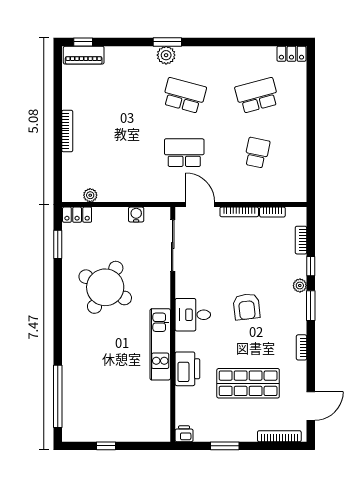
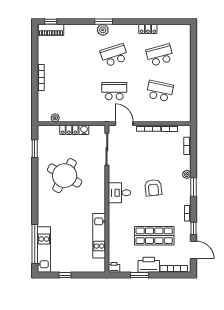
locker: (291, 54) -> (148, 29), moved
school desk: (184, 95) -> (114, 55), turned -33
school desk: (257, 153) -> (160, 91), width x1.85
locker: (77, 215) -> (69, 130), moved
window: (311, 266) -> (193, 228), moved
kitchen unit: (160, 344) -> (99, 236), moved
printer: (187, 369) -> (149, 265), moved, turned -90
kitchen unit: (72, 405) -> (44, 250), added
door: (311, 406) -> (193, 250), hinge flipped

